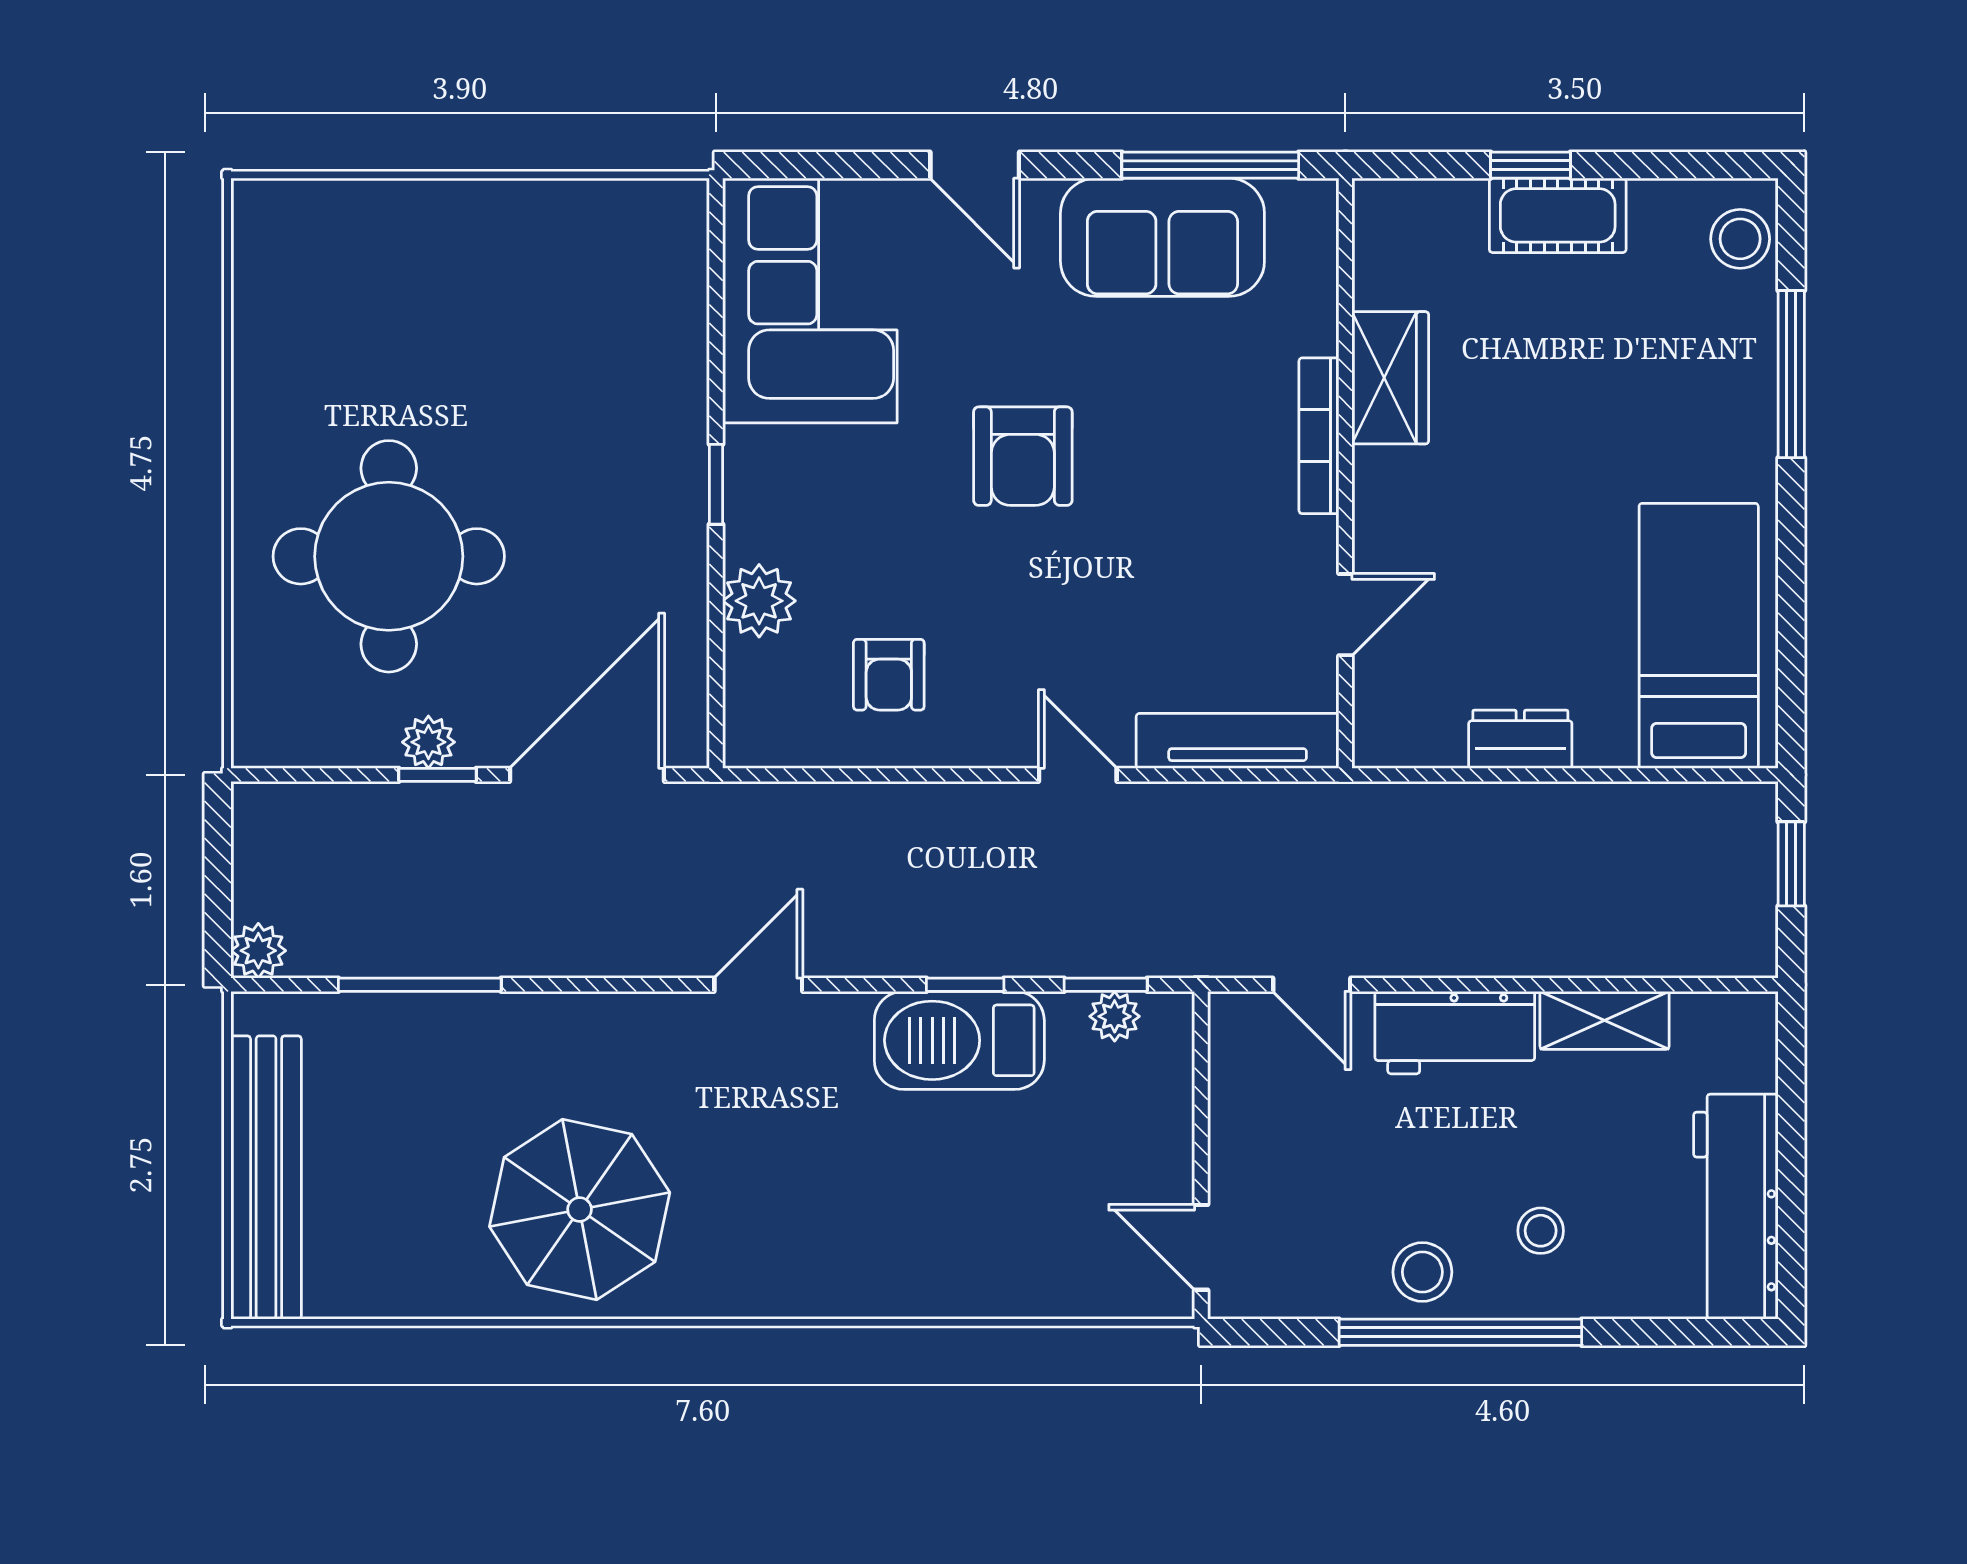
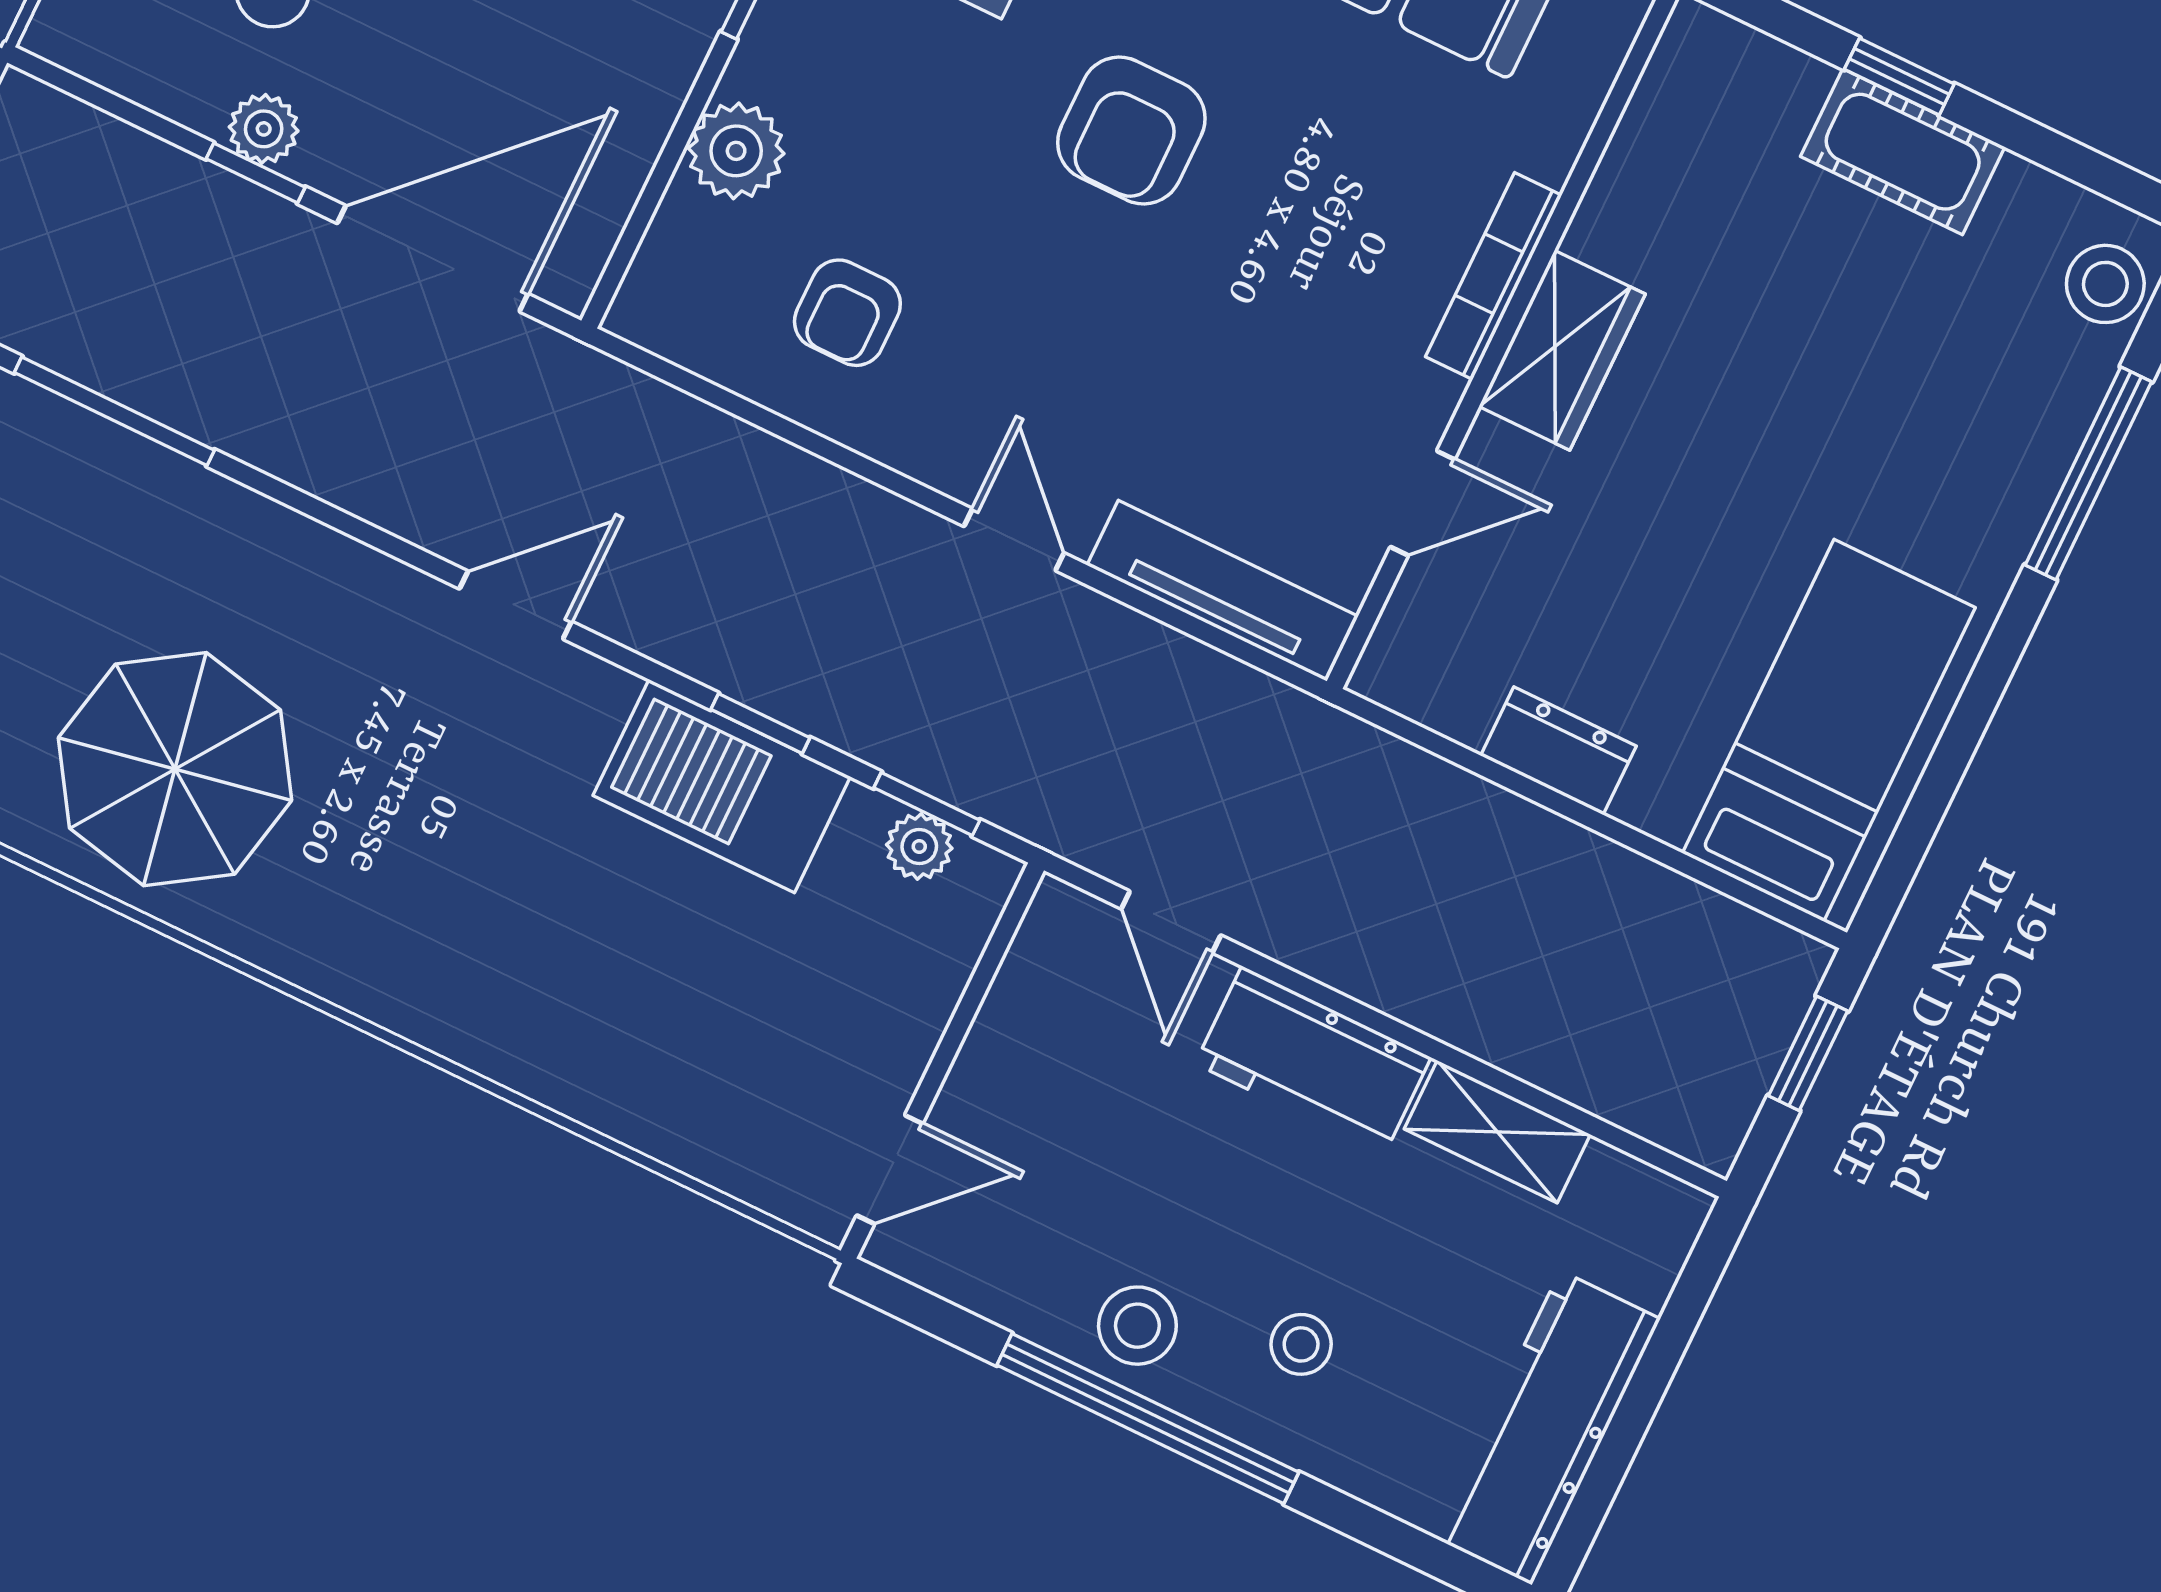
wardrobe: (1390, 378) -> (1562, 350), moved
door: (1201, 1247) -> (890, 1169), swing flipped

